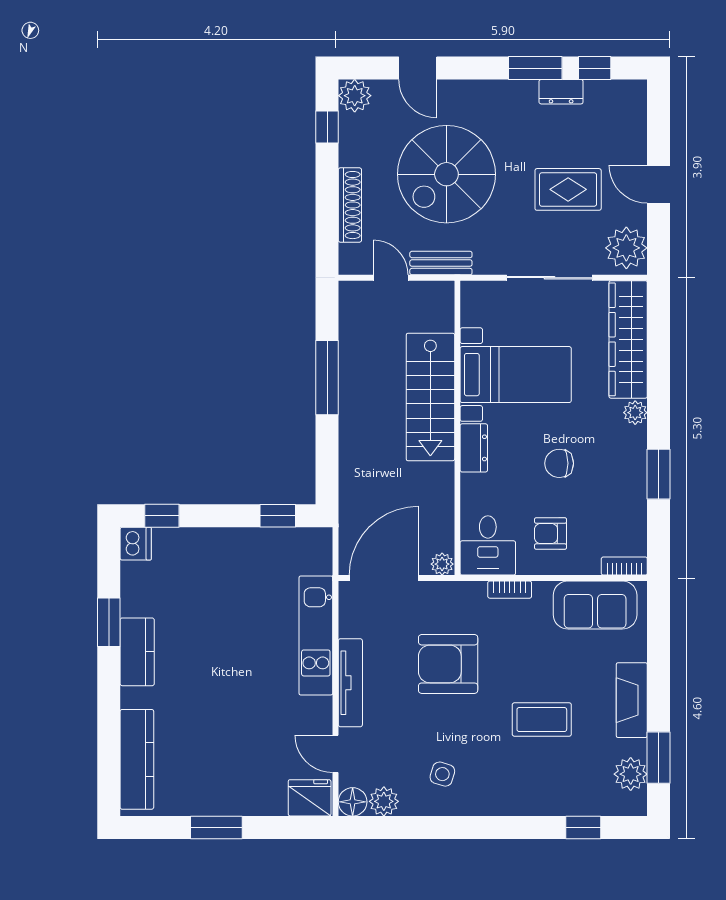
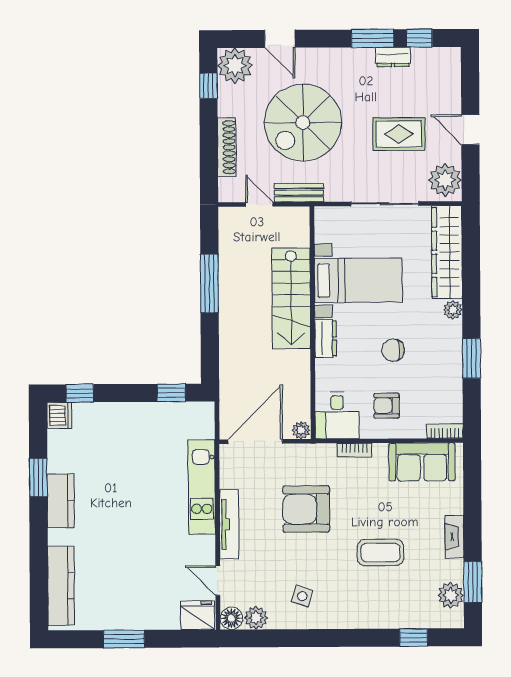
plant: (355, 96) -> (235, 66), width x1.36, depth x1.36
fireplace: (632, 700) -> (454, 537), width x0.73, depth x0.76

